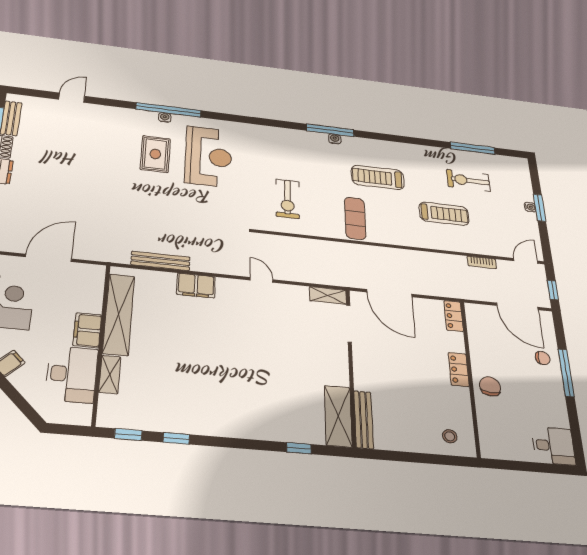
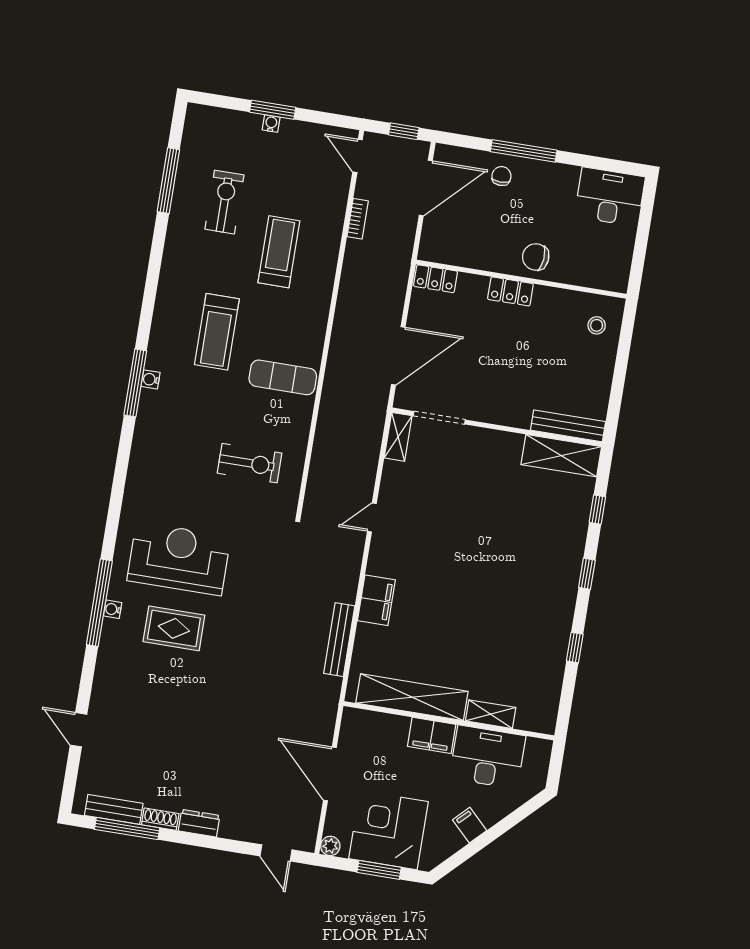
exercise bike: (468, 180) -> (224, 202), turned 180
window: (128, 435) -> (587, 574), moved
desk: (553, 446) -> (610, 197), width x1.37

